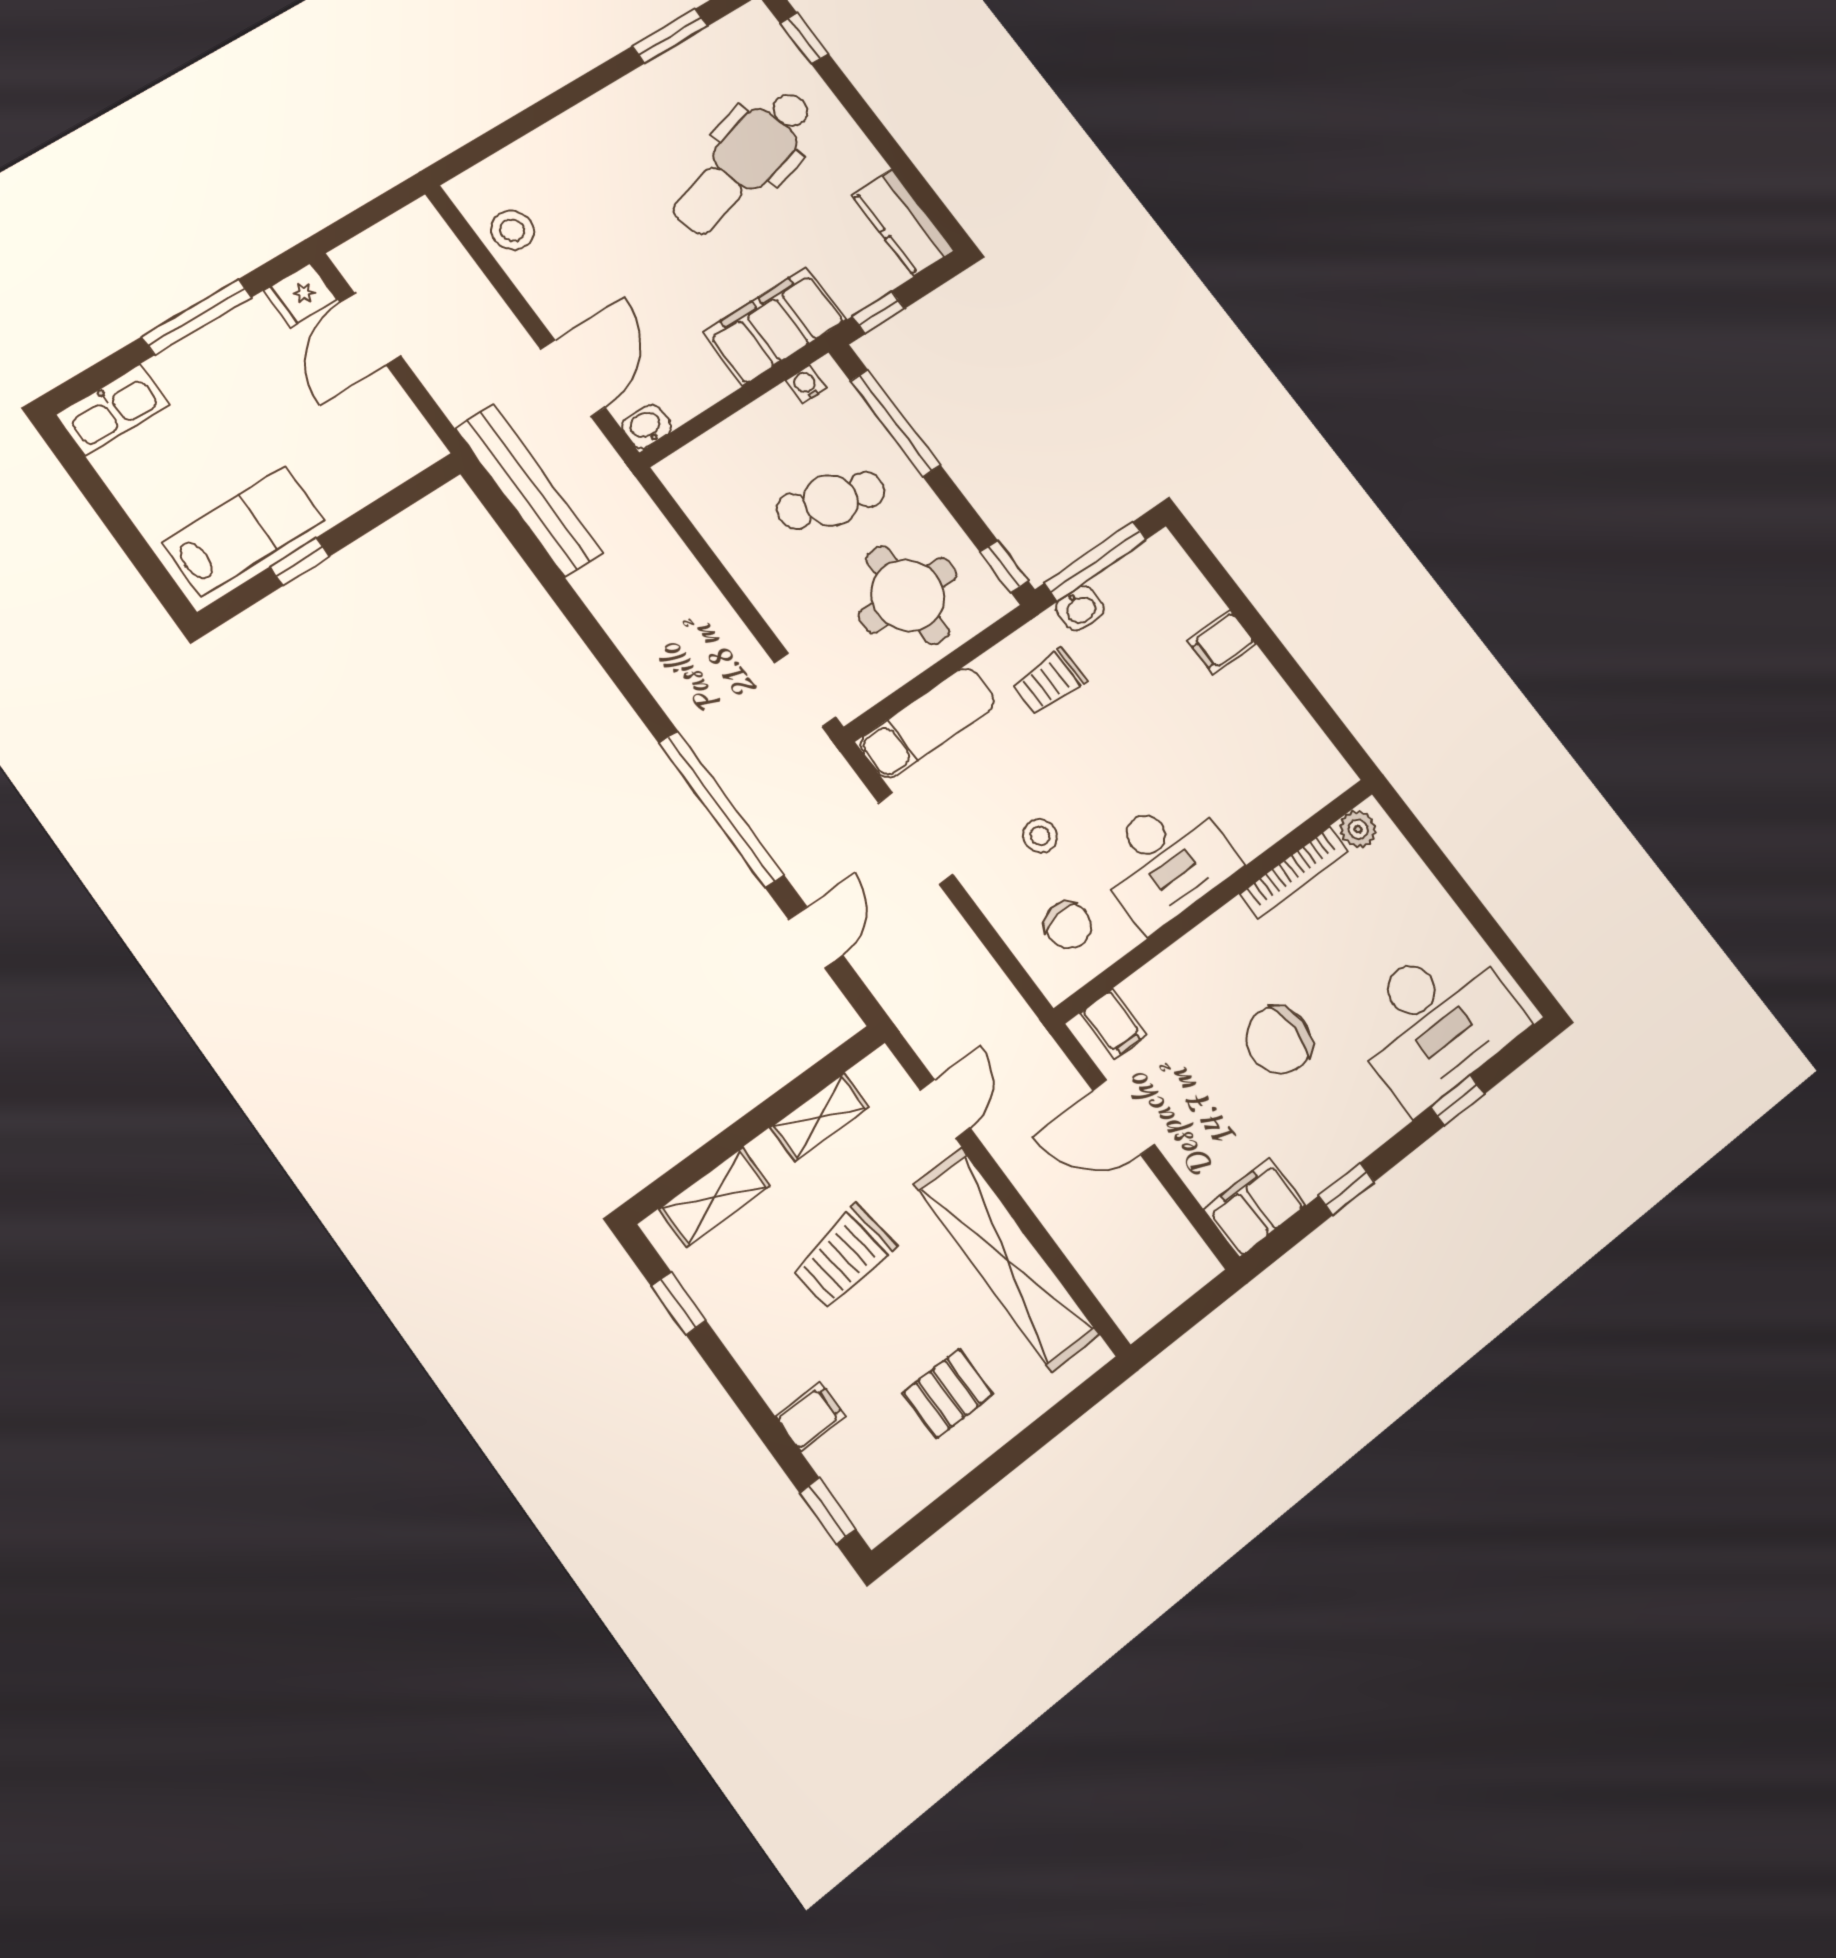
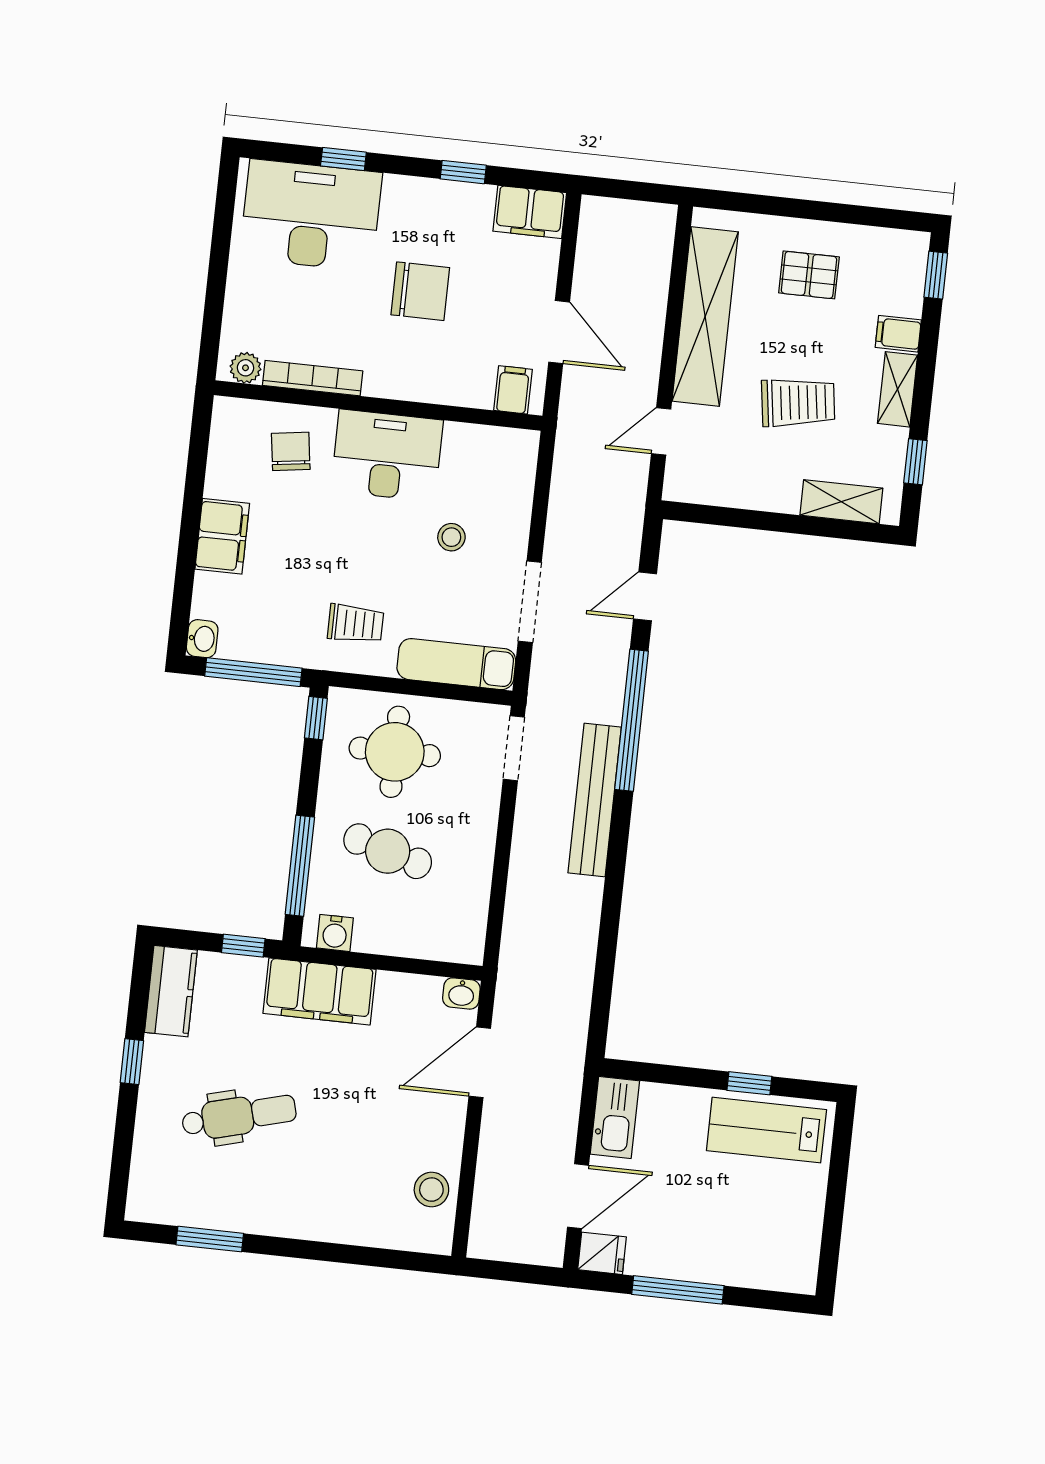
window: (804, 38) -> (132, 1062), moved
dental chair: (744, 161) -> (239, 1116), width x0.73, depth x0.72
water cooler: (806, 384) -> (335, 933), width x1.38, depth x1.38
kitchen sink: (113, 410) -> (615, 1117), moved, turned 90
bench: (529, 491) -> (595, 800), moved
washbasin: (1080, 608) -> (202, 639), moved, turned 90
filing cabinet: (1222, 642) -> (222, 536), width x2.00
chair: (1068, 925) -> (291, 451), moved
shelving: (820, 1117) -> (898, 389), moved, turned 90

